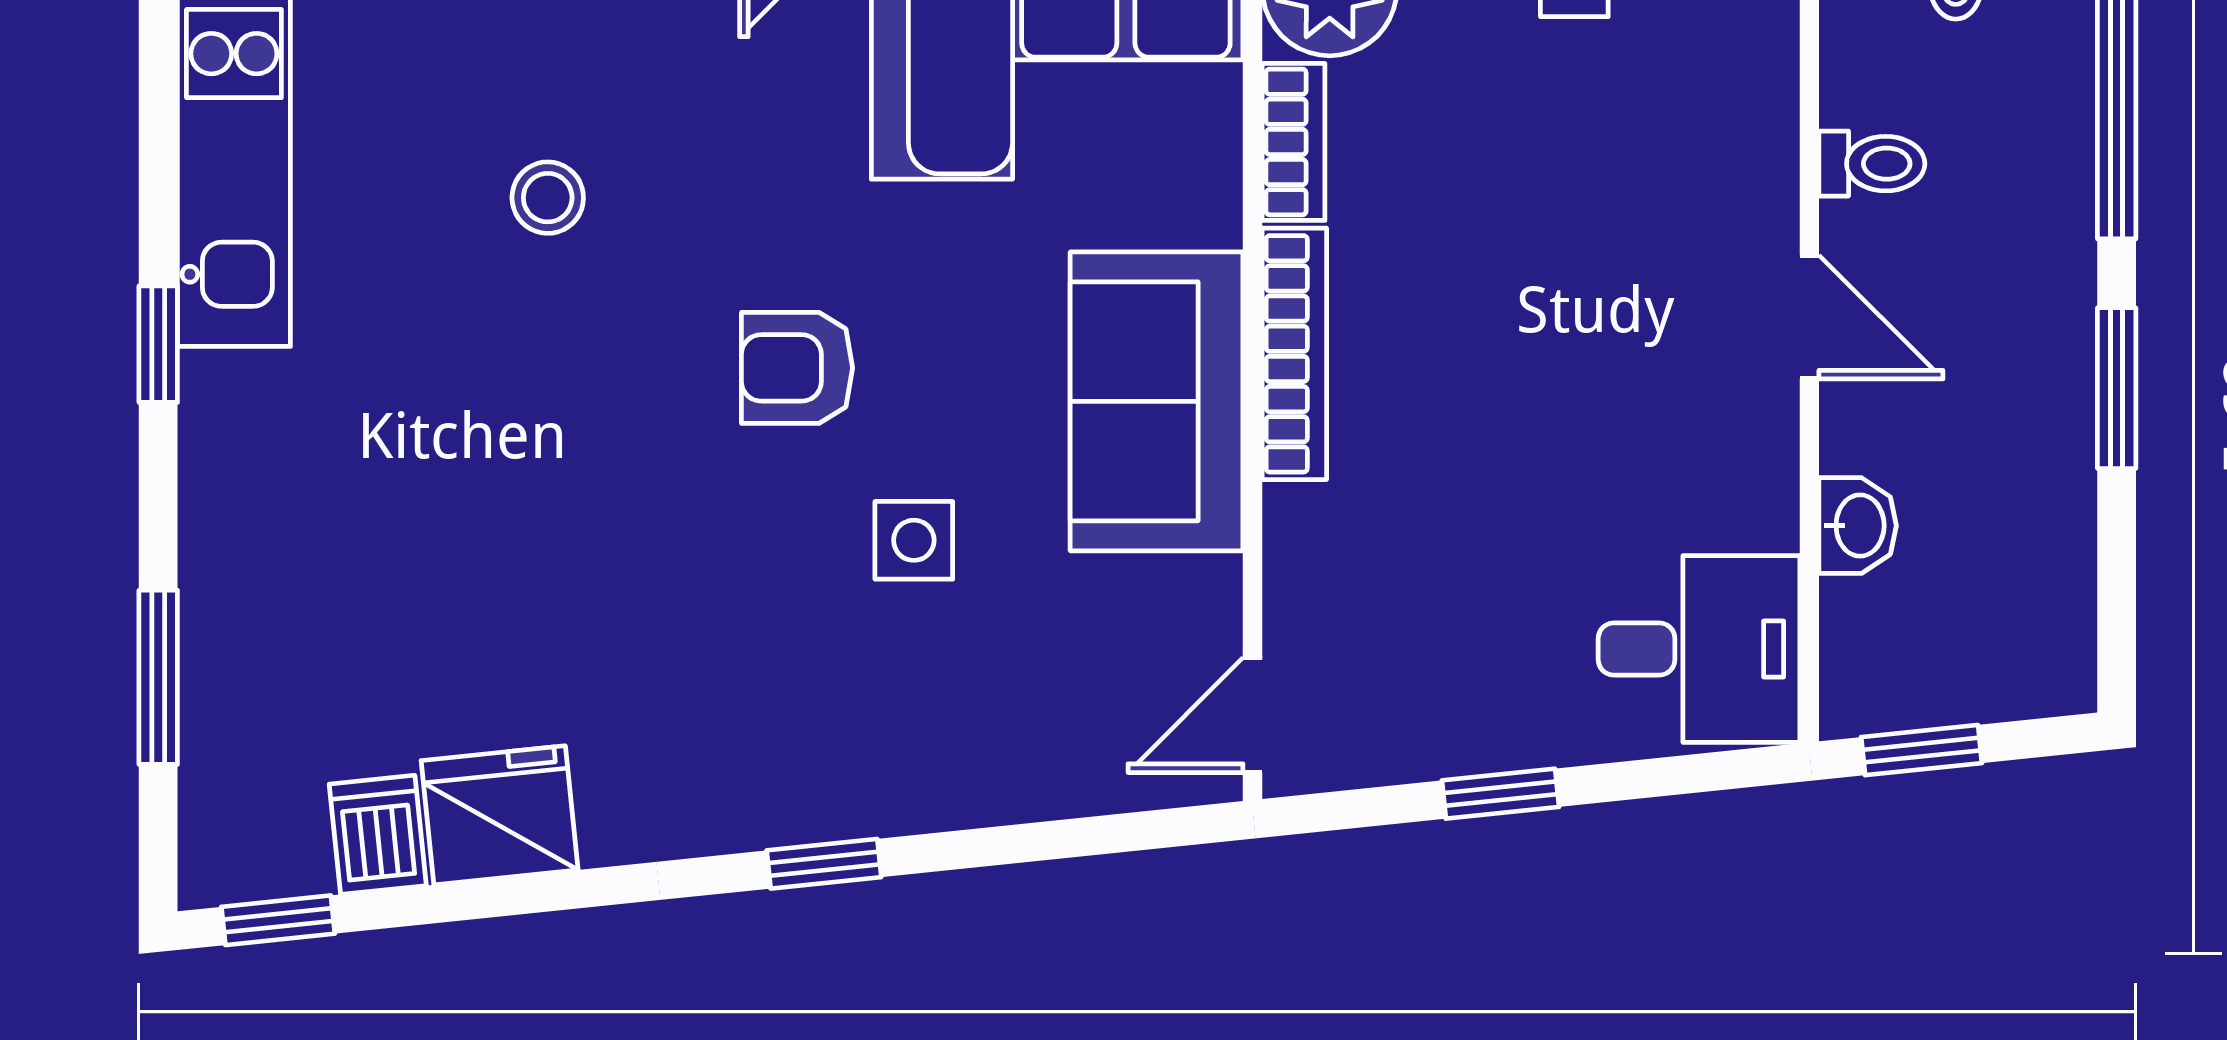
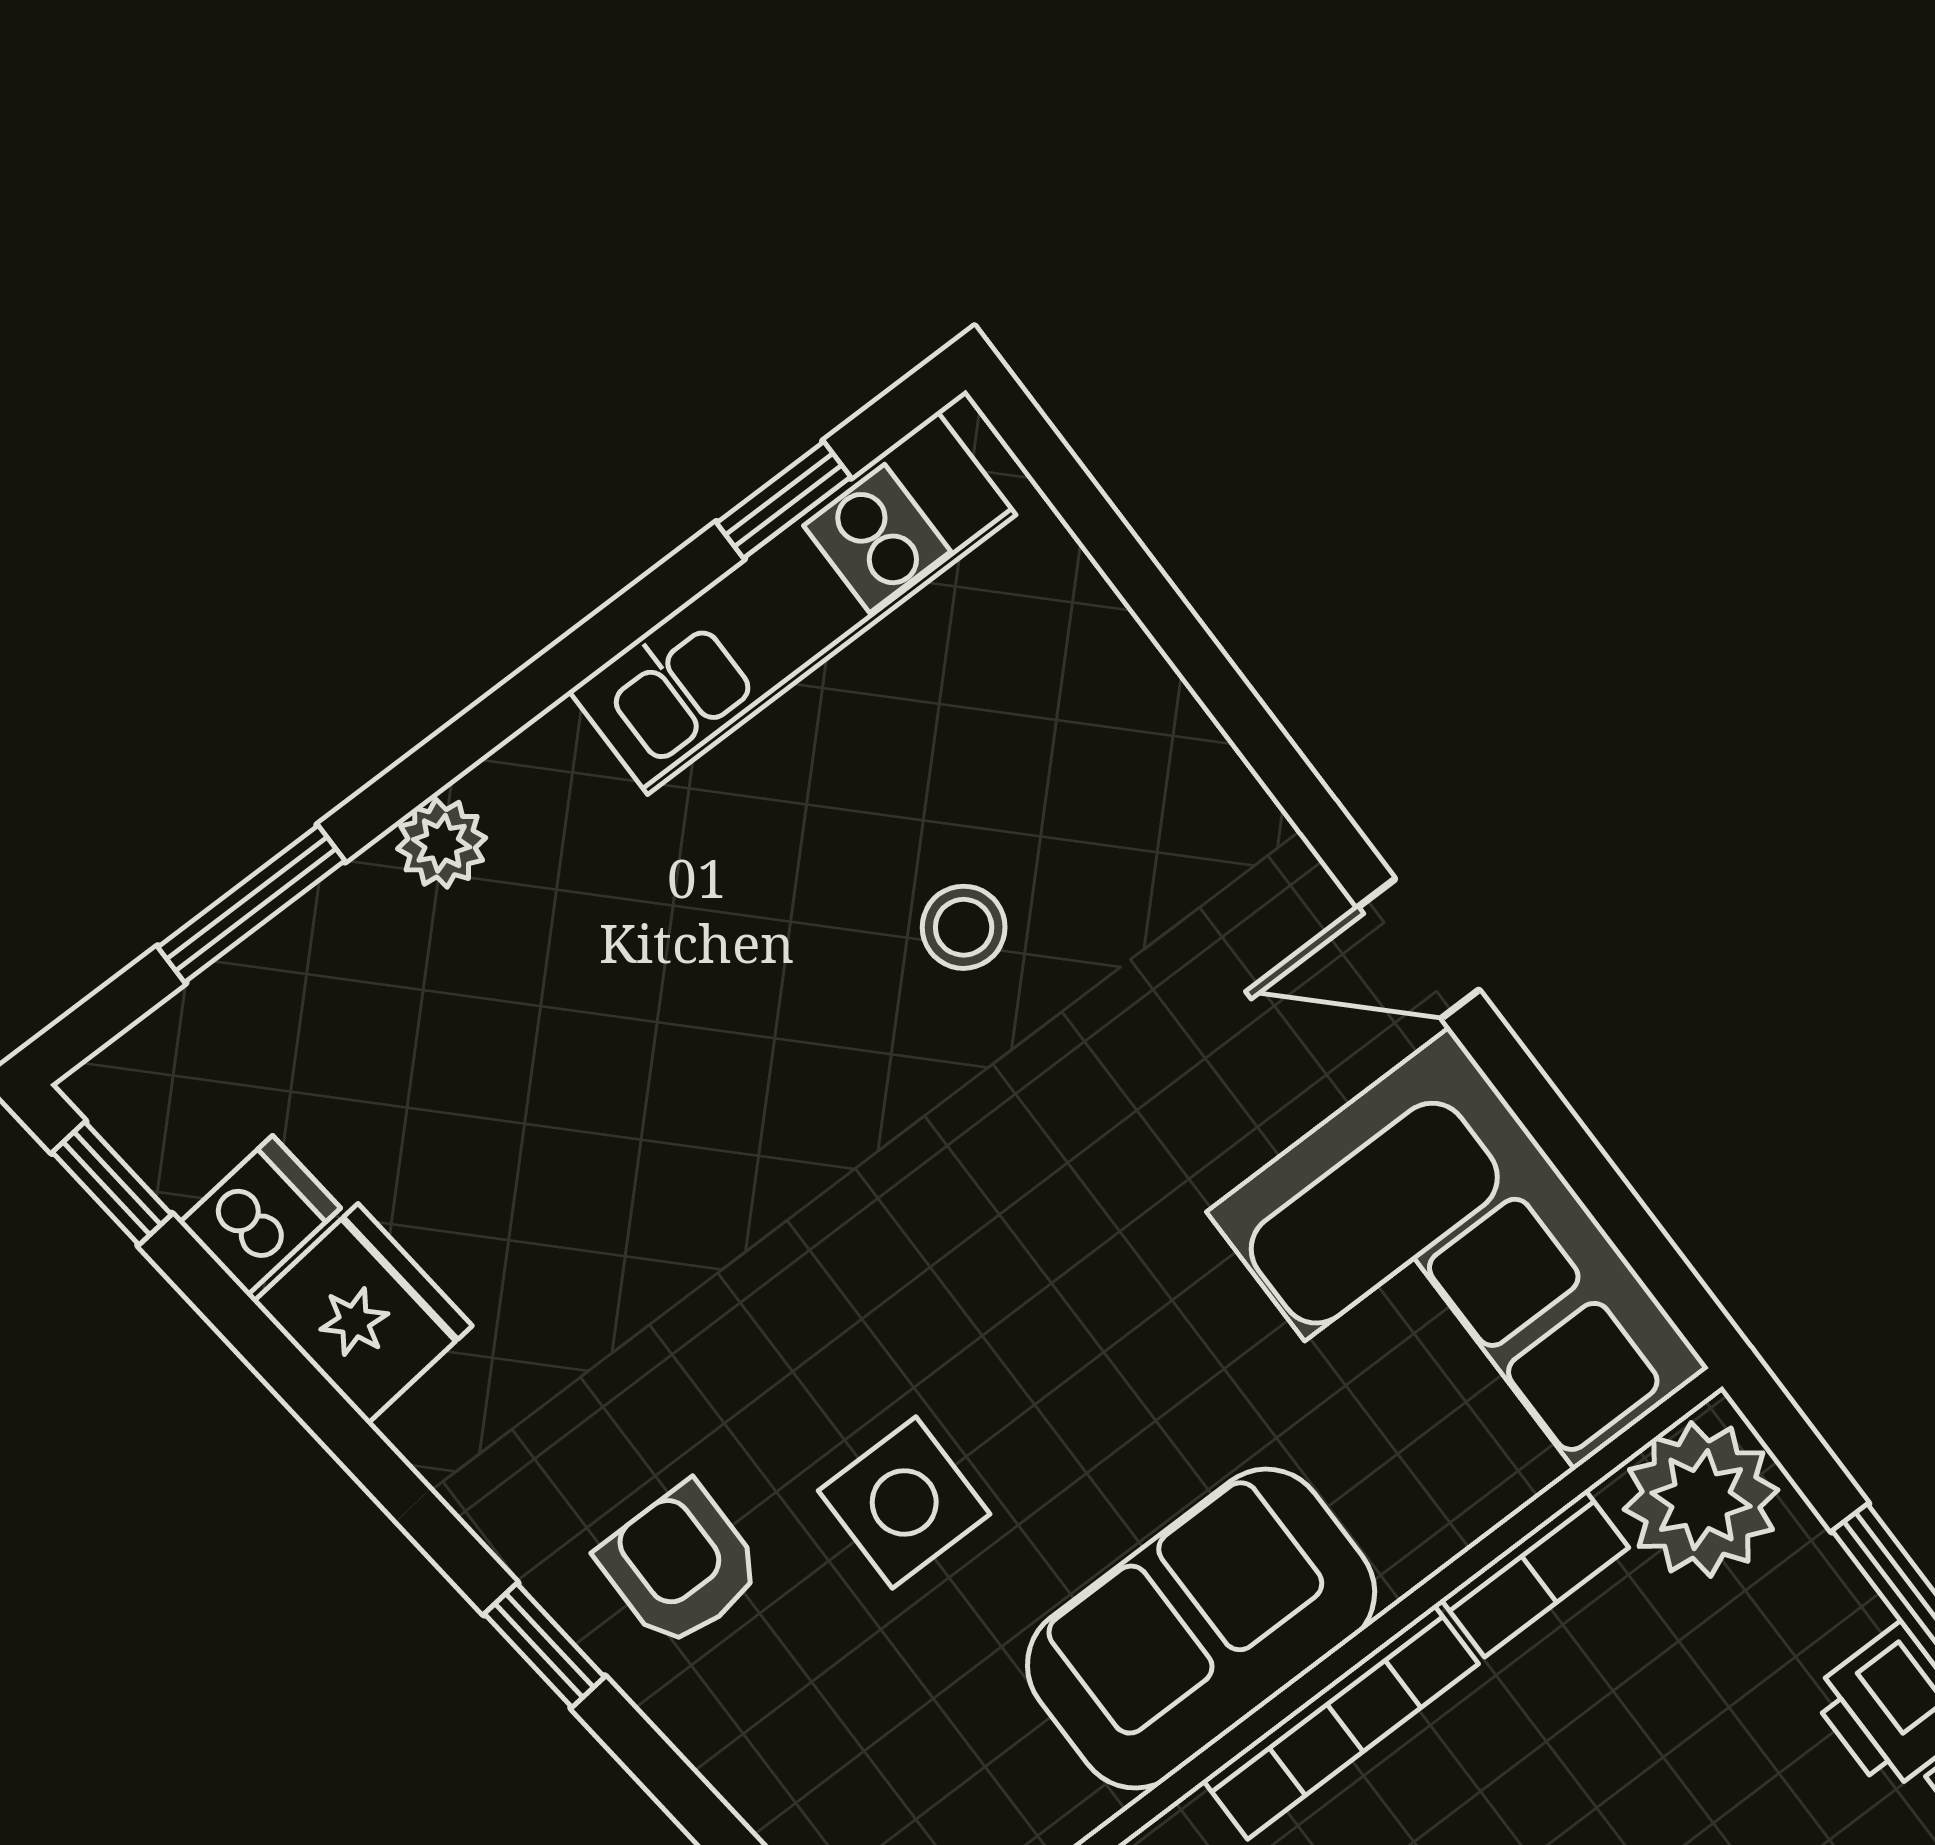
window: (158, 344) -> (784, 500), moved
armchair: (797, 368) -> (680, 1565), moved
plant: (216, 514) -> (442, 843), added
side table: (914, 540) -> (904, 1502), width x1.37, depth x1.37

